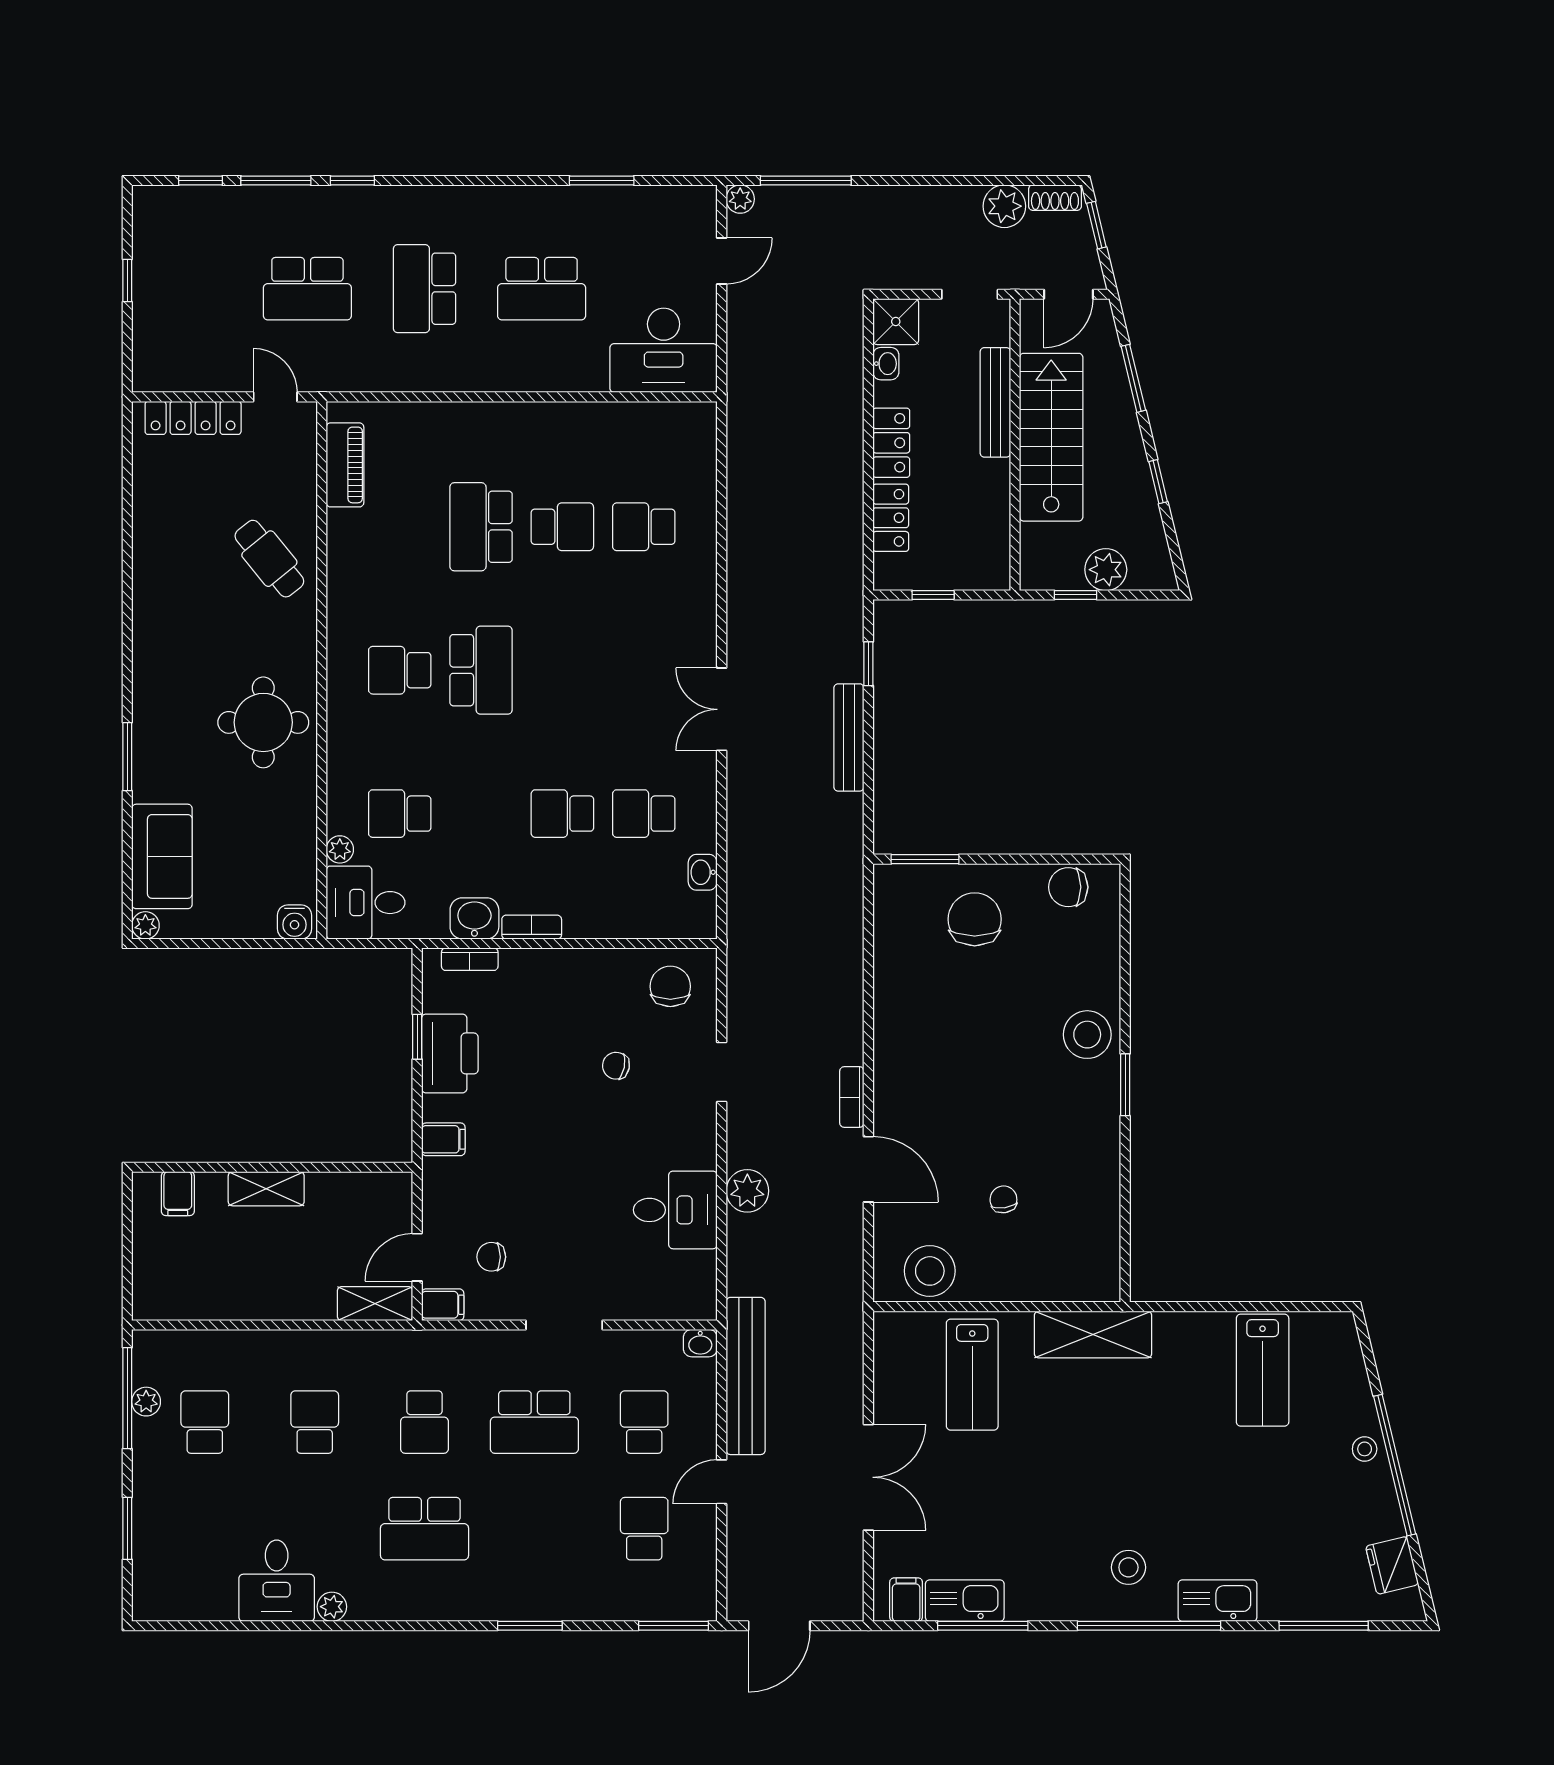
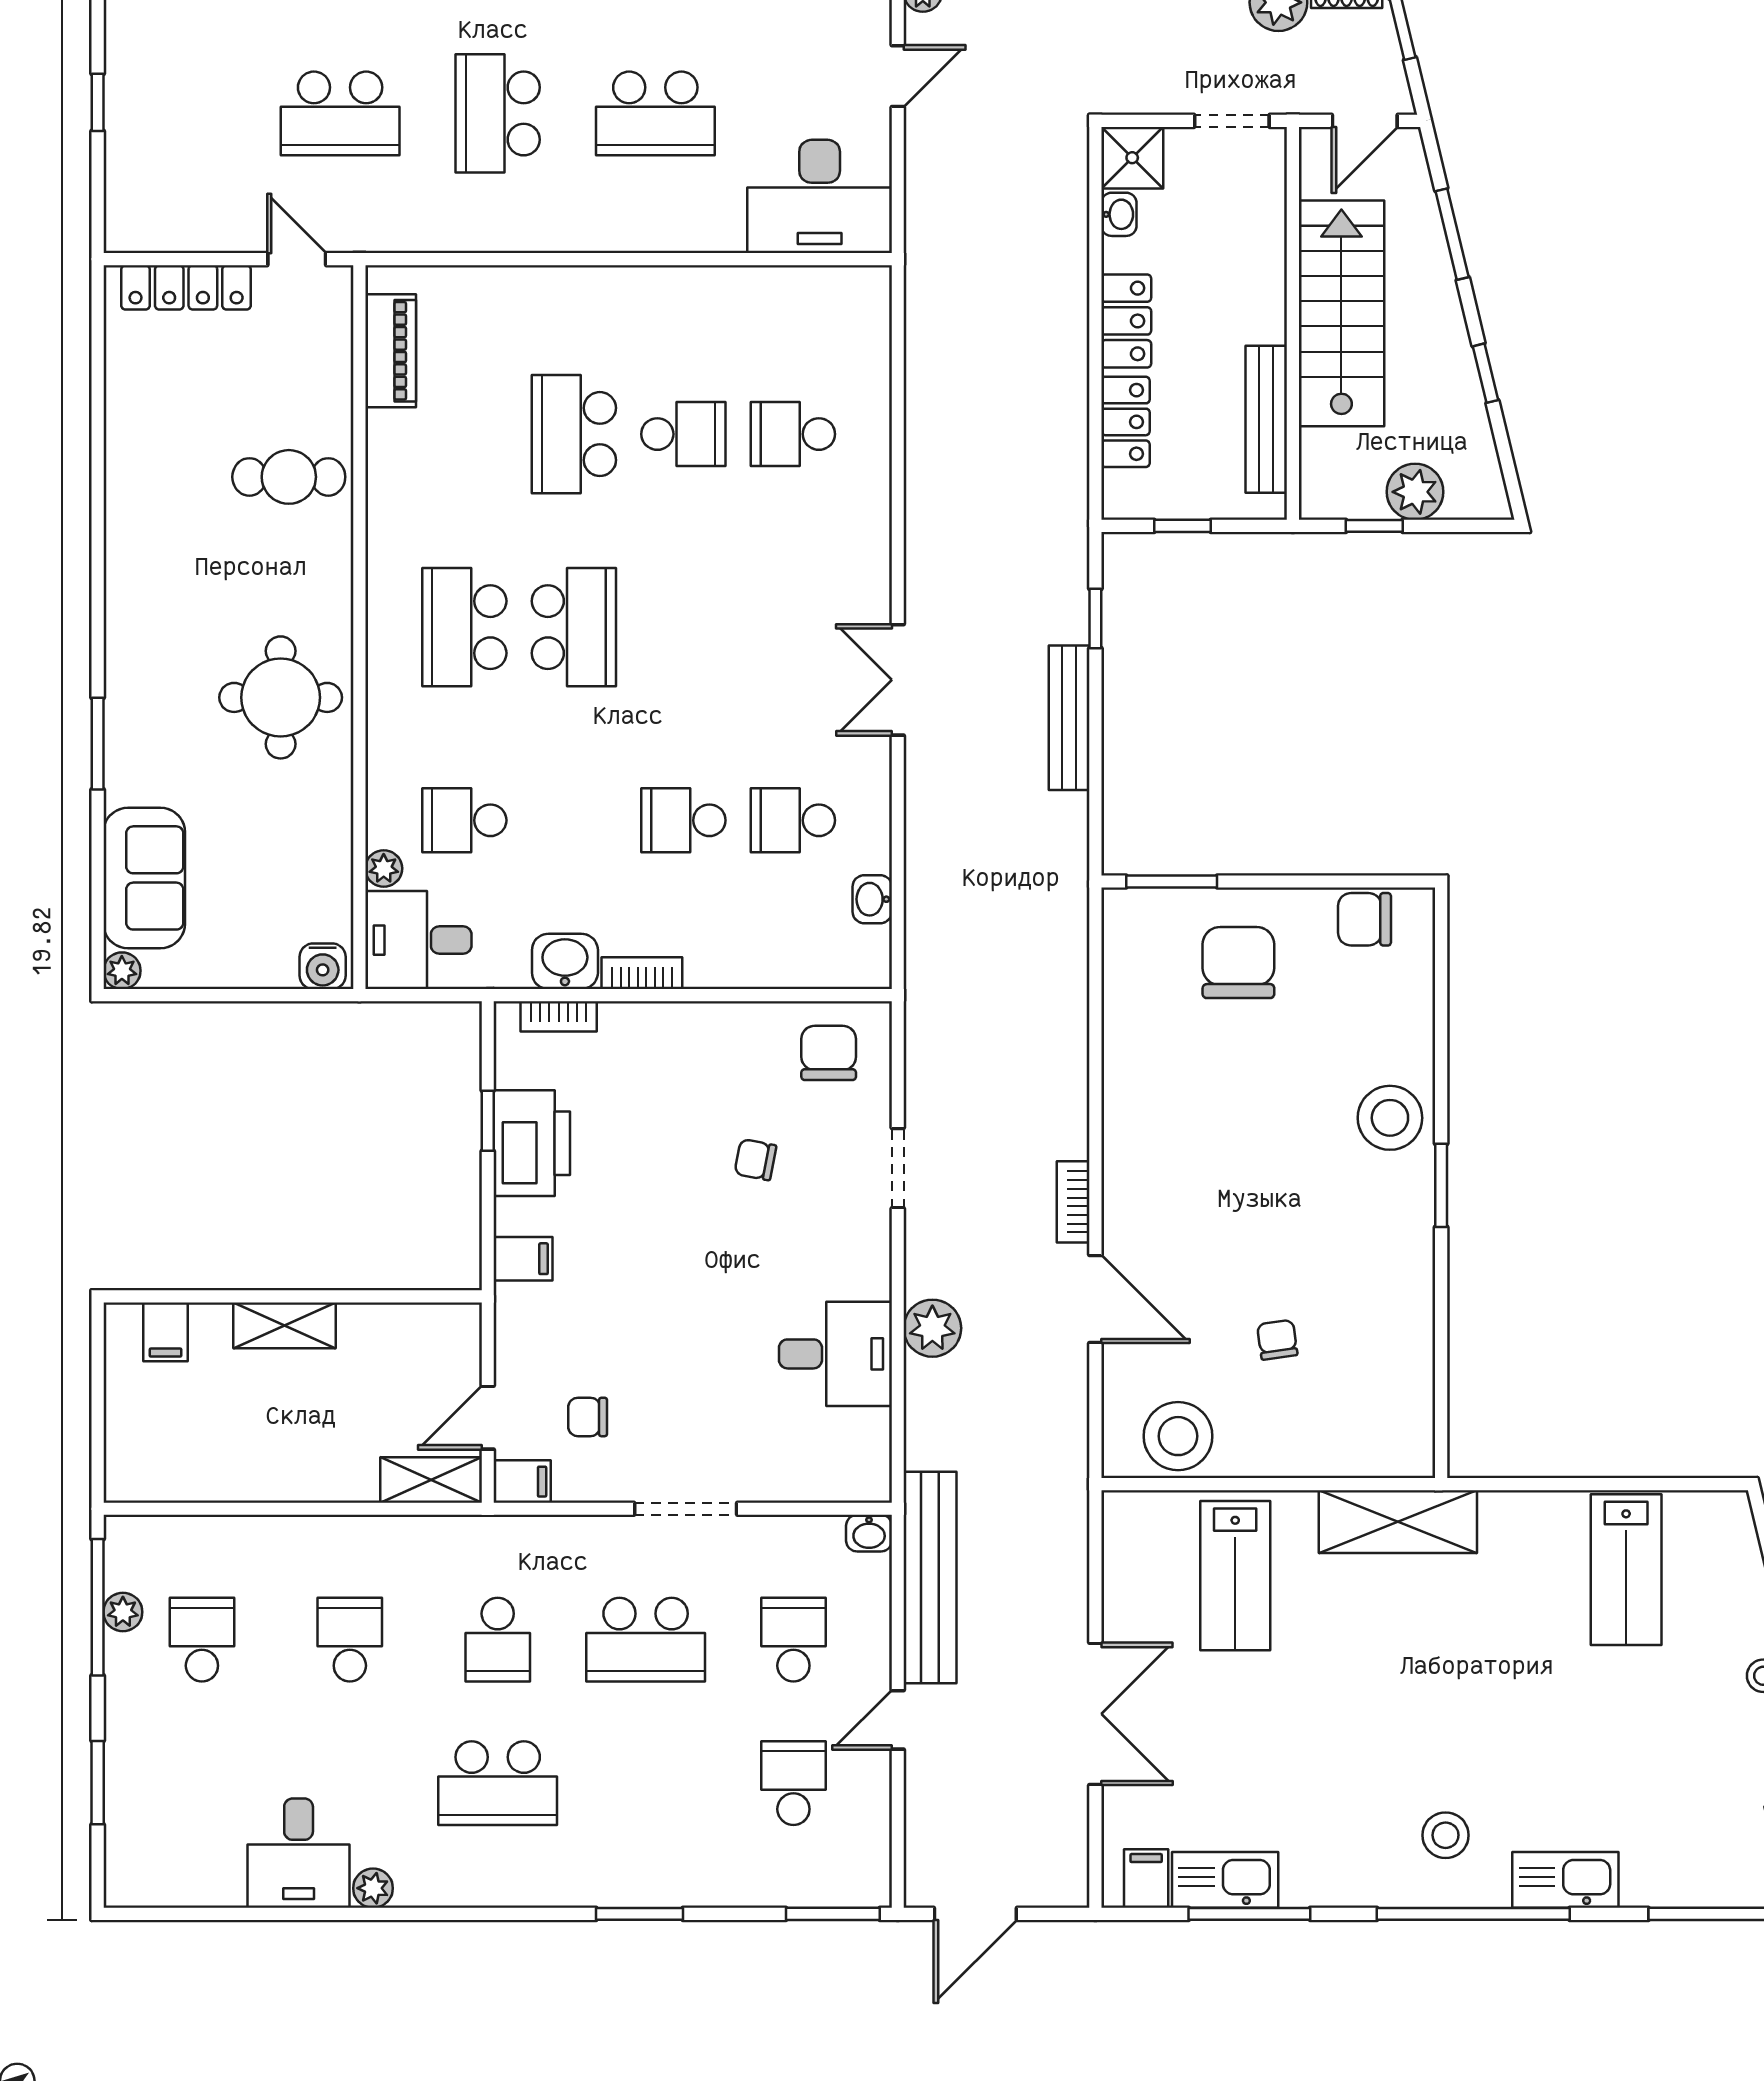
bench: (995, 402) -> (1266, 419), moved
cafe table: (269, 559) -> (289, 477), turned -51
school desk: (400, 670) -> (464, 627), width x1.85

